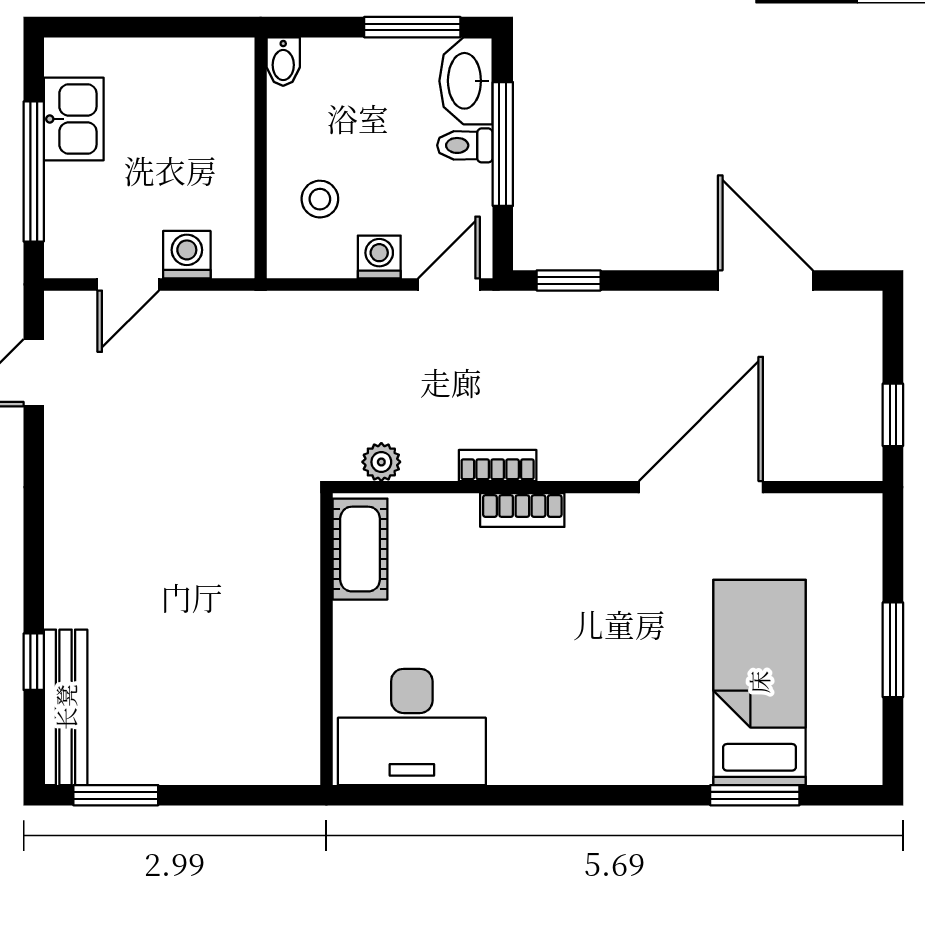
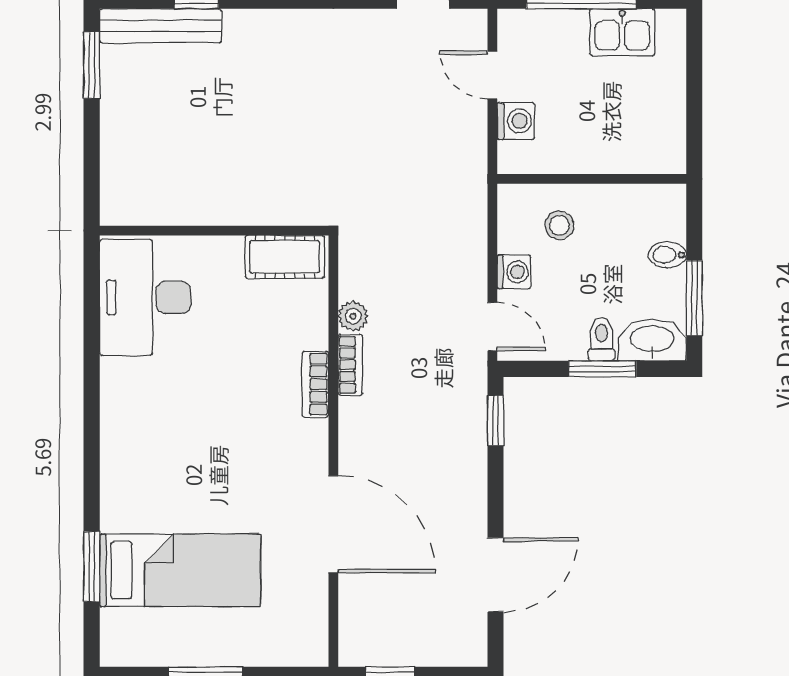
bidet: (283, 62) -> (667, 255), moved
window: (503, 144) -> (603, 369), width x0.69
plant: (381, 462) -> (353, 316), moved

